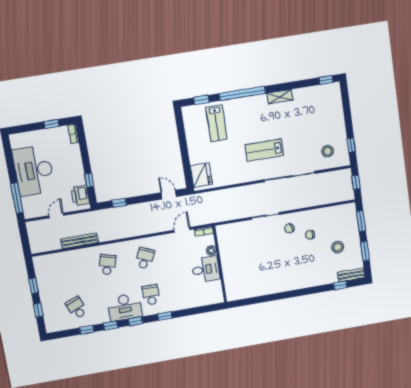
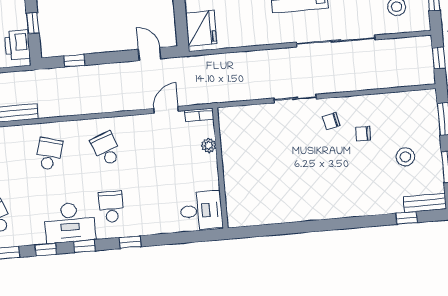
school desk: (145, 258) -> (106, 149), turned -45
desk: (206, 269) -> (201, 211), moved

